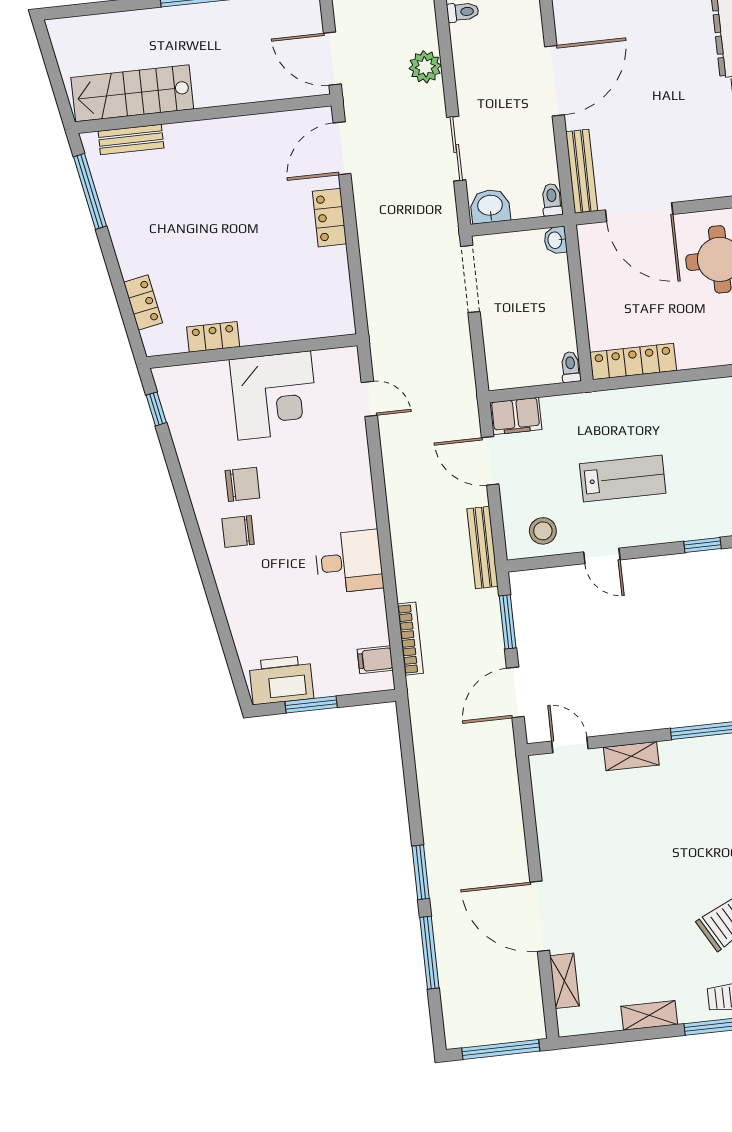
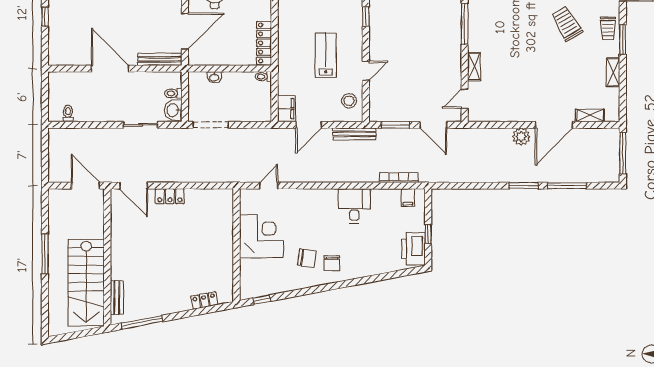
door: (332, 59) -> (85, 186), swing flipped
plant: (425, 67) -> (521, 137), moved
stairs: (132, 93) -> (86, 283), width x1.36, depth x1.51
toilet: (552, 200) -> (173, 93), moved
washbasin: (555, 240) -> (214, 77), moved
locker: (213, 337) -> (227, 265), removed
chair: (242, 484) -> (307, 258), turned 99
window: (311, 705) -> (428, 234), width x0.67

